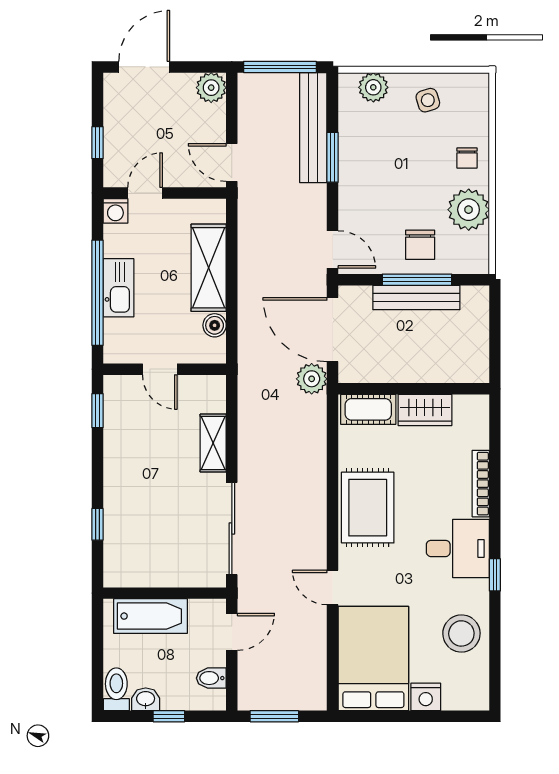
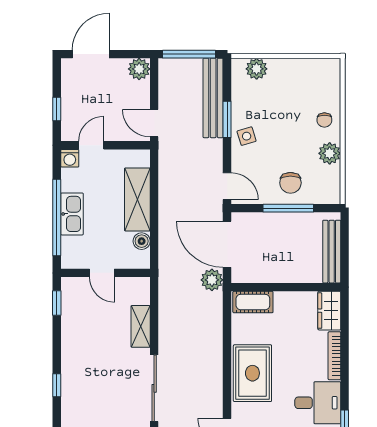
side table: (428, 100) -> (247, 136), moved
plant: (469, 210) -> (330, 153), width x0.73, depth x0.73
bench: (416, 297) -> (332, 252), moved, turned 90
wardrobe: (425, 410) -> (329, 311), moved, turned 90

